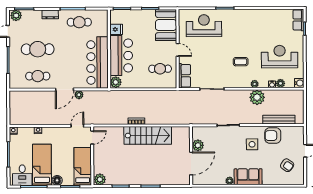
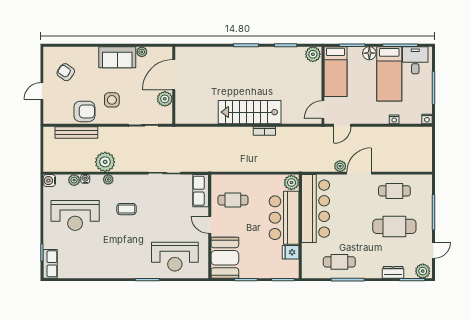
dresser: (50, 14) -> (393, 272), moved
plant: (198, 145) -> (165, 99), moved
wall: (191, 156) -> (174, 85), moved
door: (191, 164) -> (174, 75), moved

